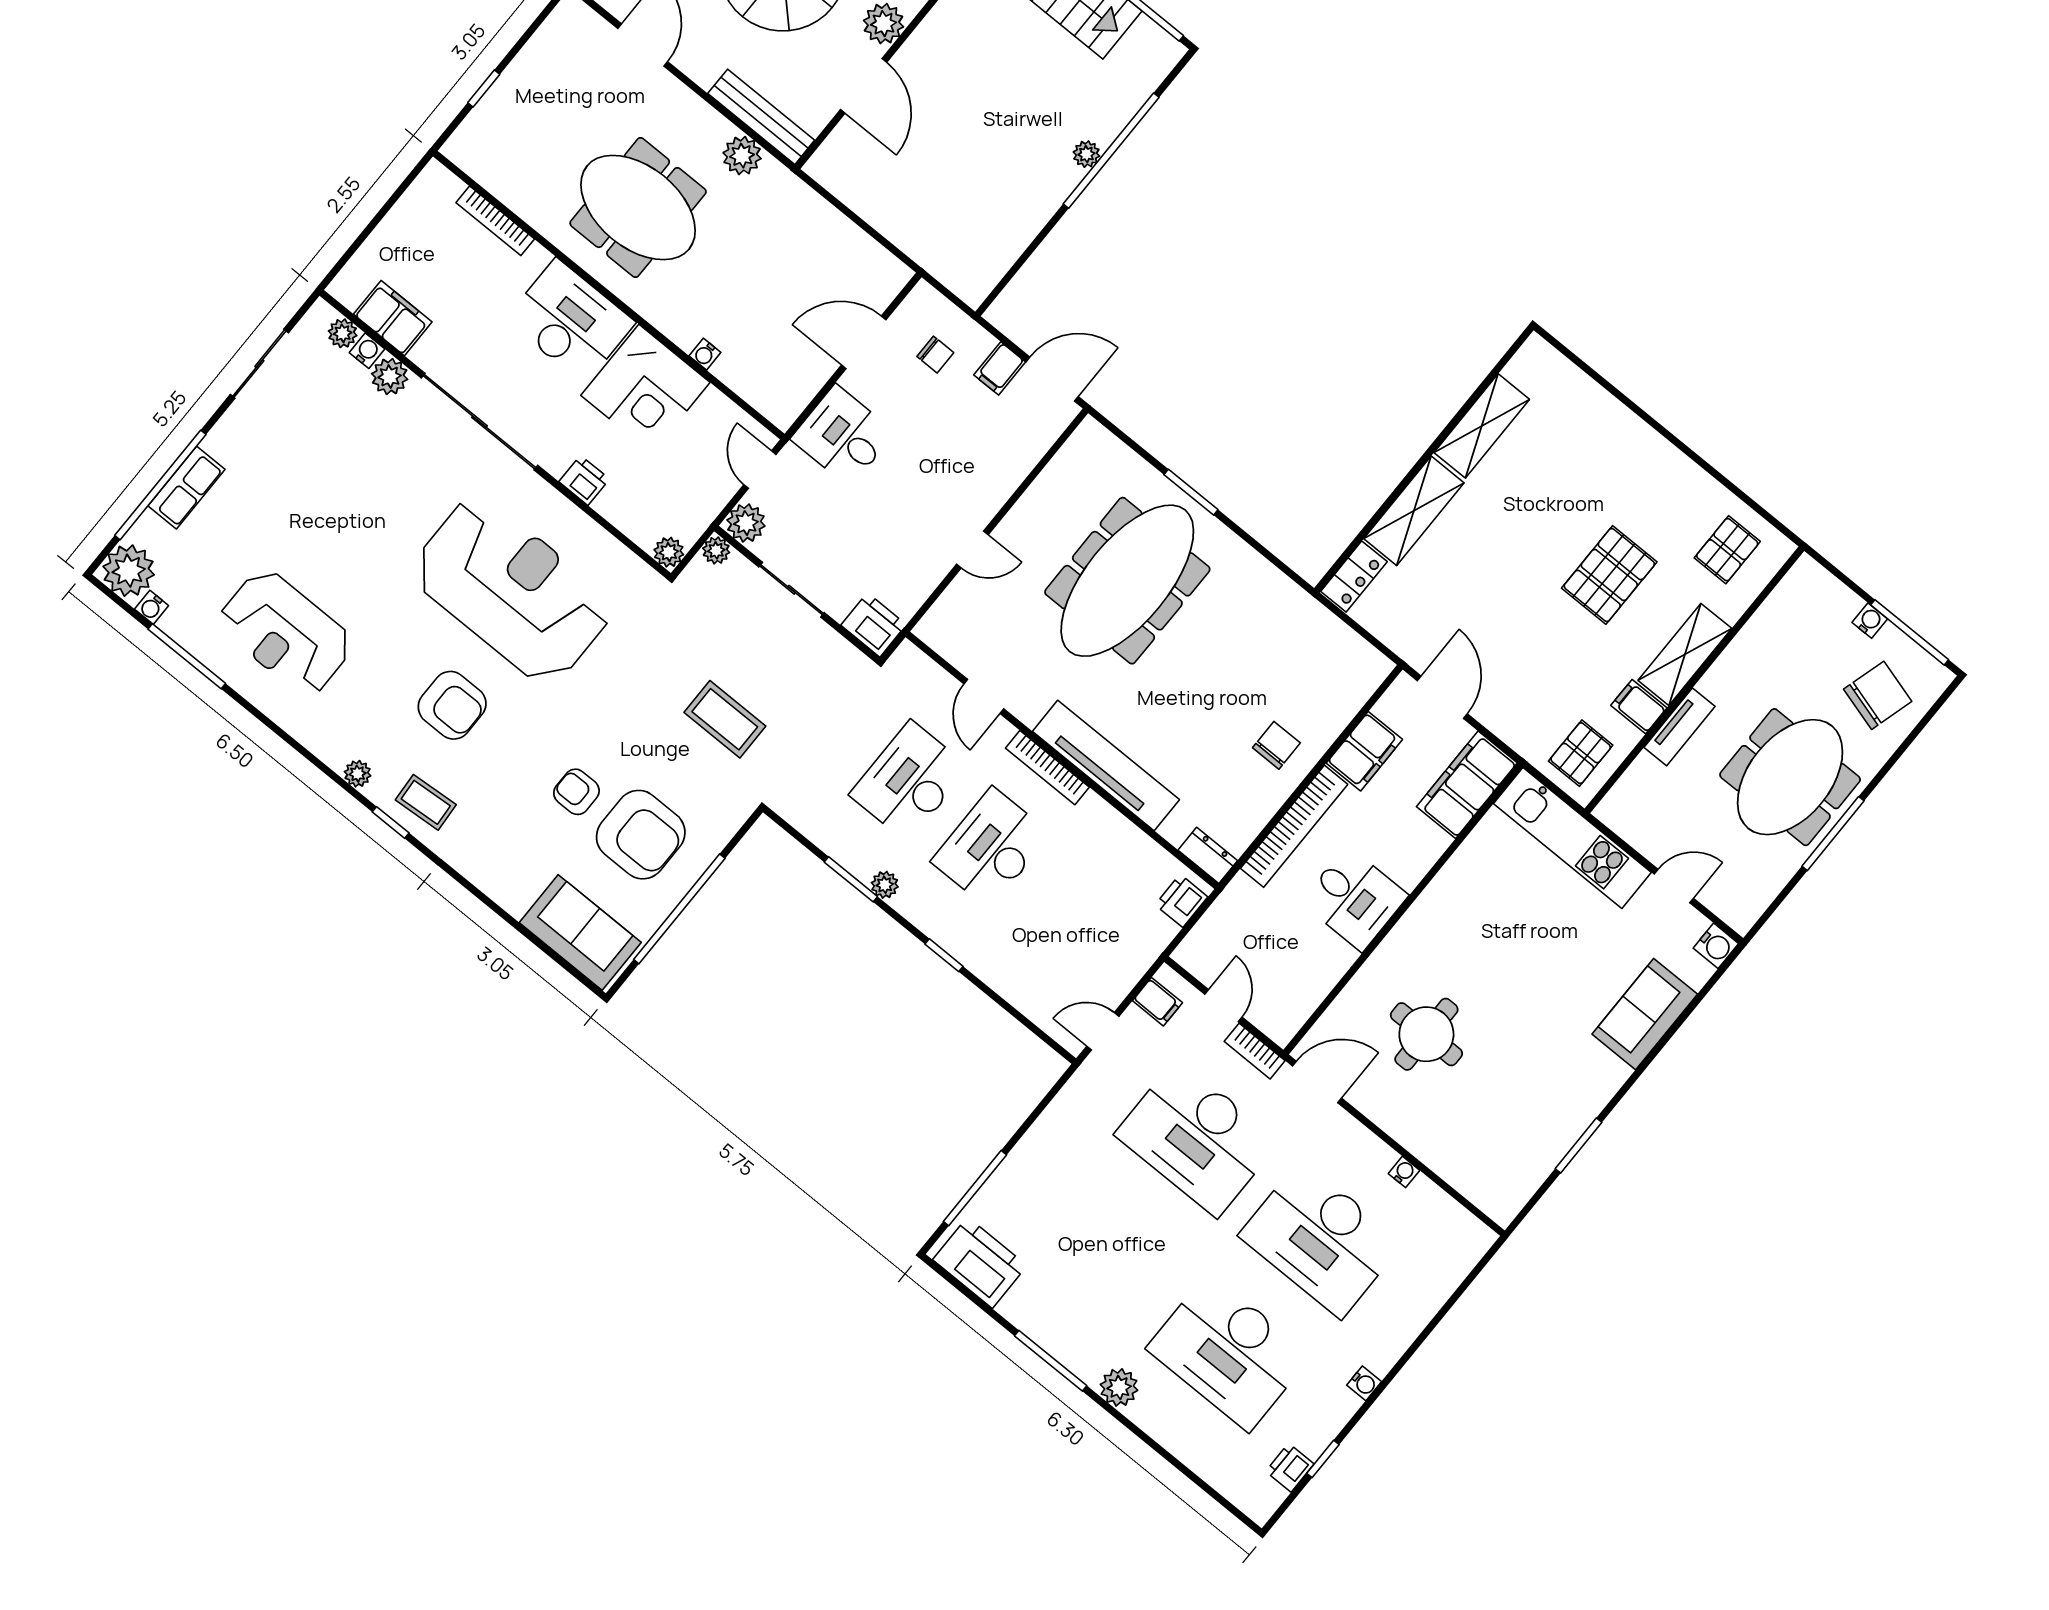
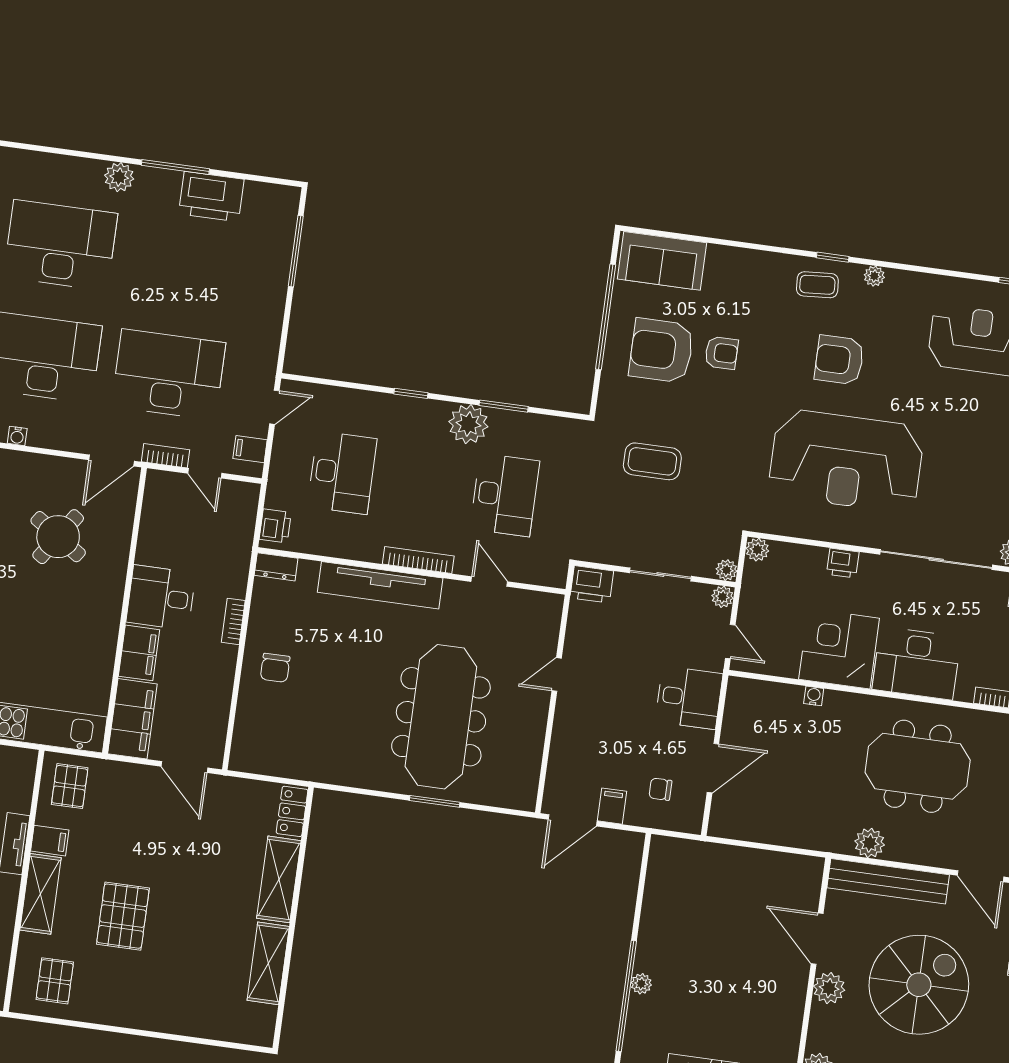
bench: (761, 117) -> (888, 881), width x1.37, depth x1.21
plant: (746, 523) -> (723, 597), width x0.73, depth x0.73
filing cabinet: (1364, 751) -> (139, 653), moved, turned 180
bookcase: (1294, 826) -> (233, 621), width x0.43, depth x0.76
desk: (991, 848) -> (342, 473), moved
plant: (885, 885) -> (468, 424), width x1.88, depth x1.88
round table: (1426, 1034) -> (58, 537), turned 34
printer: (980, 1263) -> (211, 197), moved

